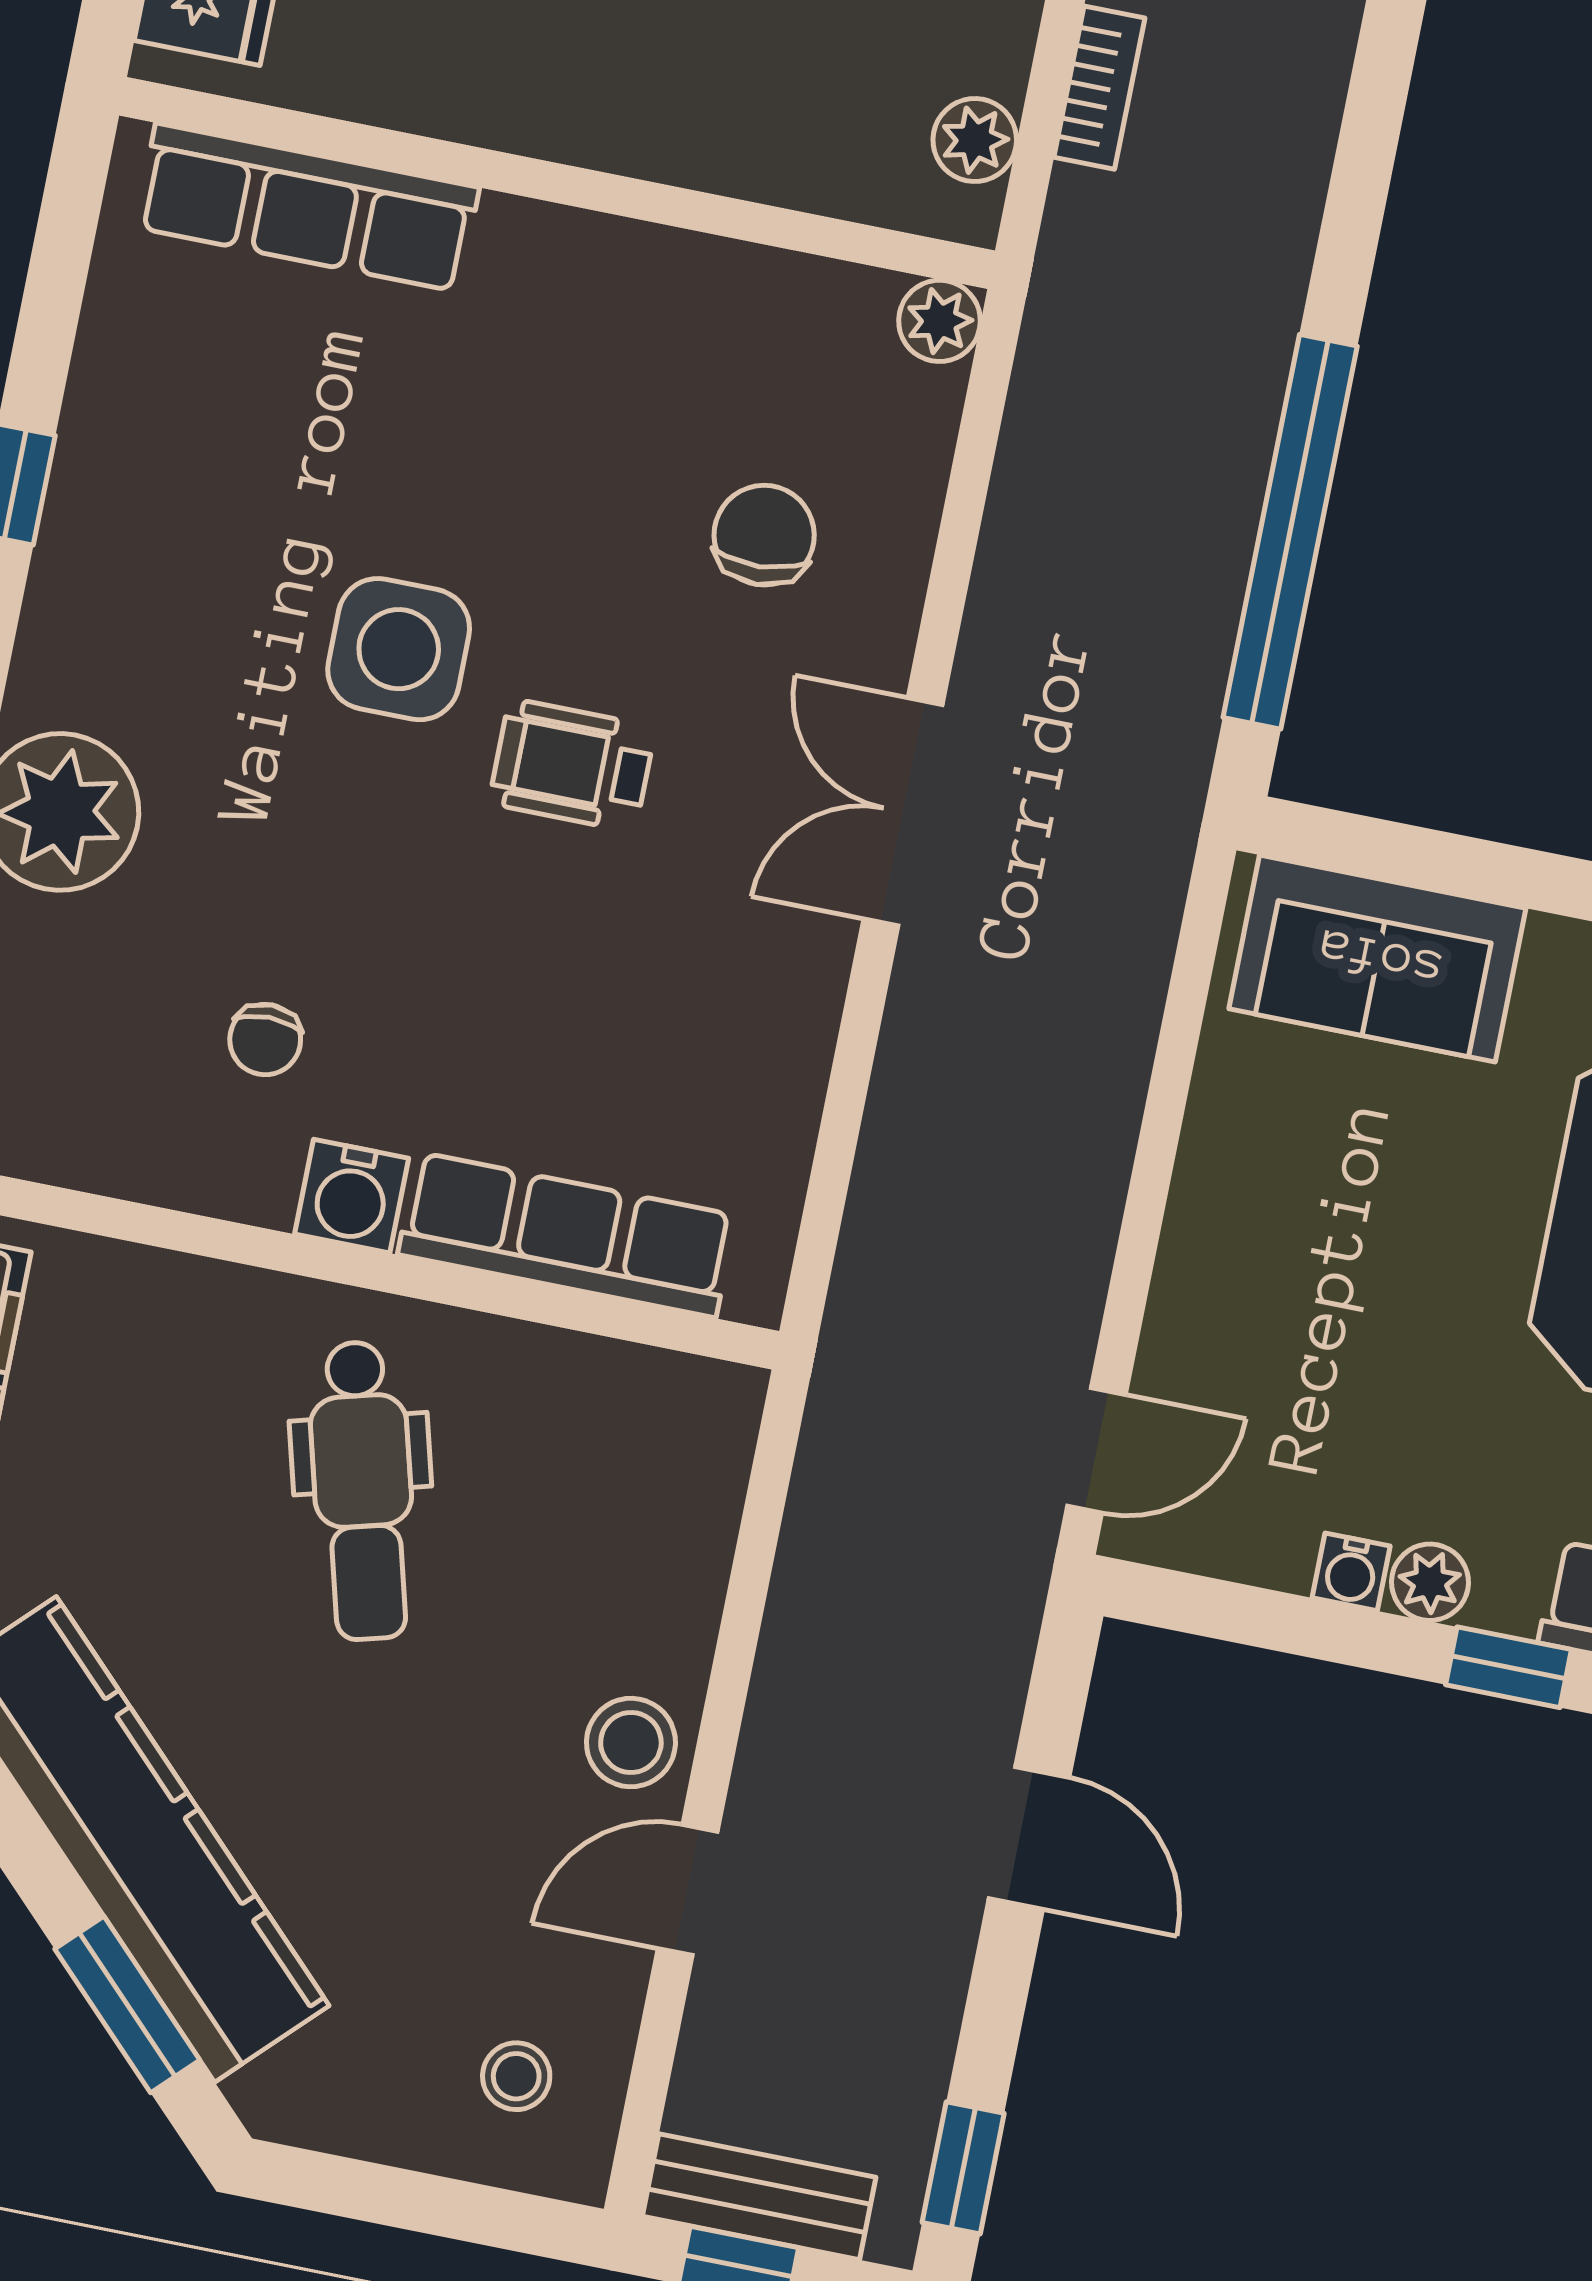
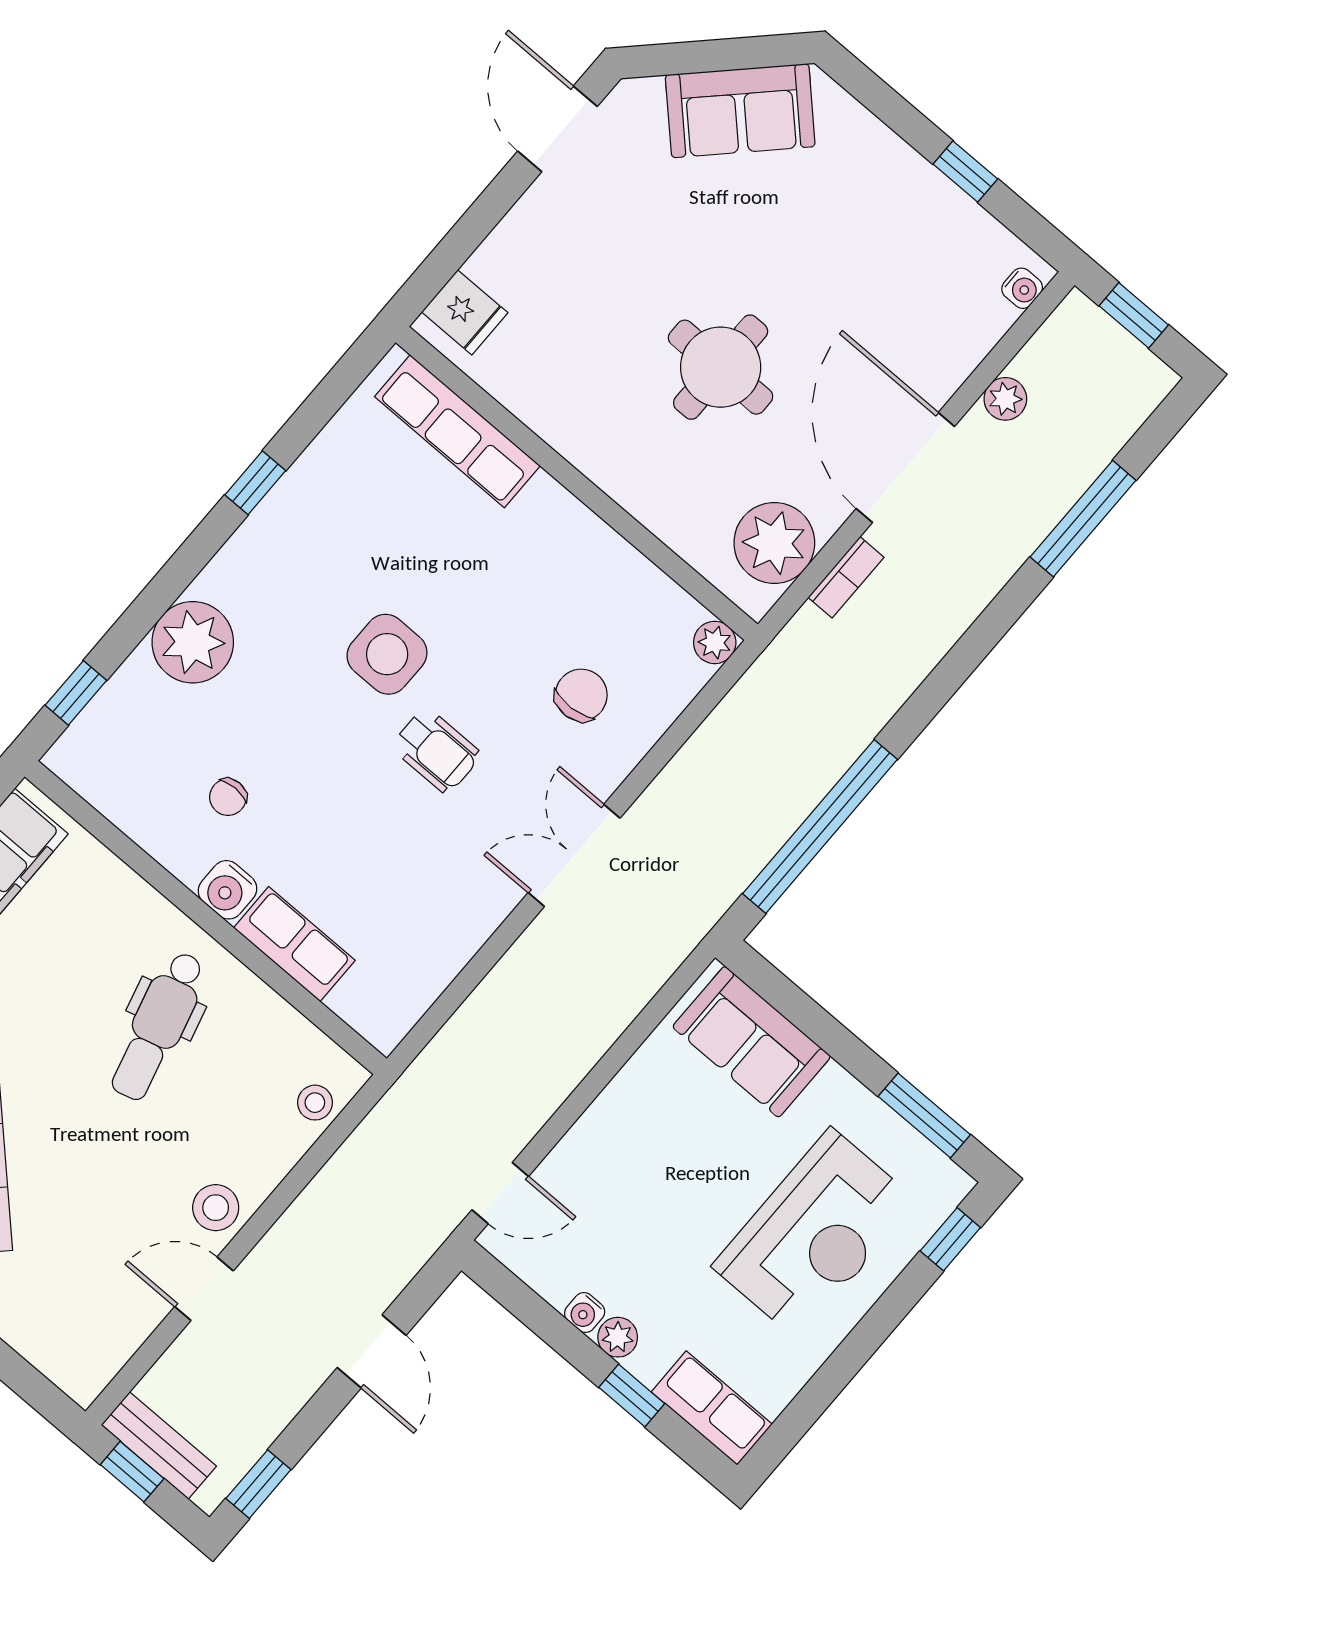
plant: (975, 140) -> (774, 543), width x1.88, depth x1.88
wheelchair: (572, 765) -> (436, 751), turned 180
row of seats: (567, 1235) -> (294, 944), width x0.68
stool: (516, 2076) -> (315, 1103), moved

